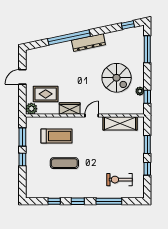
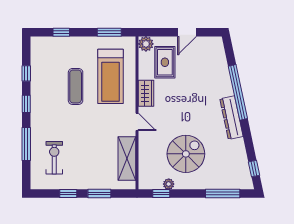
door: (22, 77) -> (187, 32), swing flipped
spiral stairs: (117, 78) -> (186, 154), turned 180
treadmill: (57, 136) -> (111, 76), width x1.37, depth x1.38
window: (22, 160) -> (61, 32), moved

